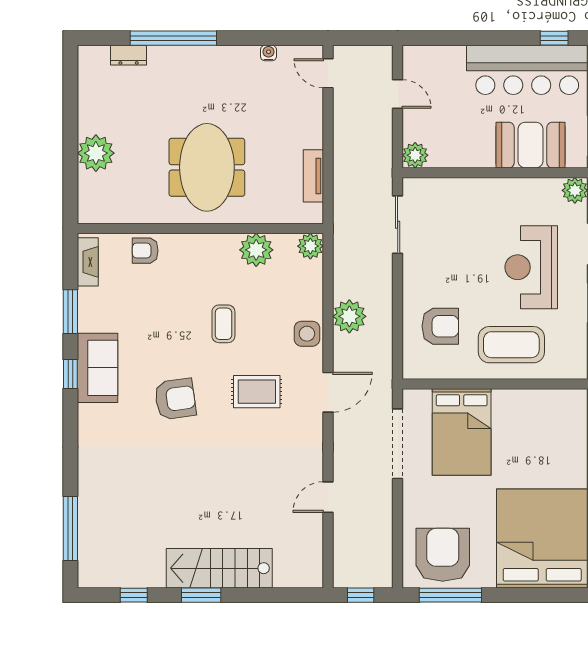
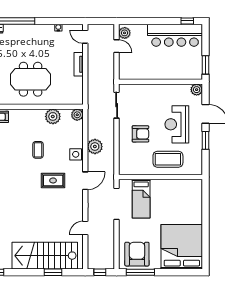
booth: (531, 145) -> (177, 69), removed
plant: (415, 155) -> (125, 33), moved
meeting table: (207, 167) -> (31, 79), turned 90
tv unit: (313, 176) -> (79, 64), moved
armchair: (440, 326) -> (140, 134), moved
armchair: (175, 399) -> (16, 184), removed
bed: (462, 432) -> (141, 199), width x0.67
stairs: (219, 568) -> (45, 256), width x1.36, depth x1.51
window: (201, 595) -> (53, 272), moved

